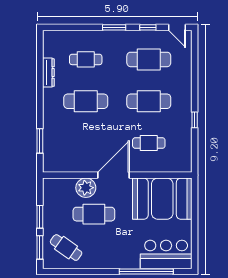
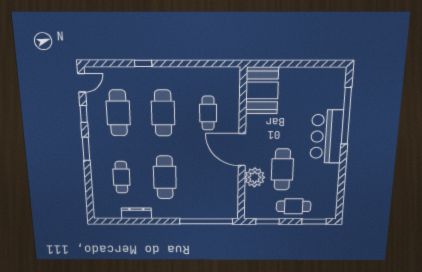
window: (195, 120) -> (143, 63), moved
window: (40, 141) -> (206, 221), width x2.11
booth: (162, 199) -> (262, 90), width x0.73, depth x0.70
window: (40, 217) -> (268, 221), moved
cafe table: (66, 248) -> (294, 206), moved, turned 55
bar counter: (166, 254) -> (327, 137), moved

